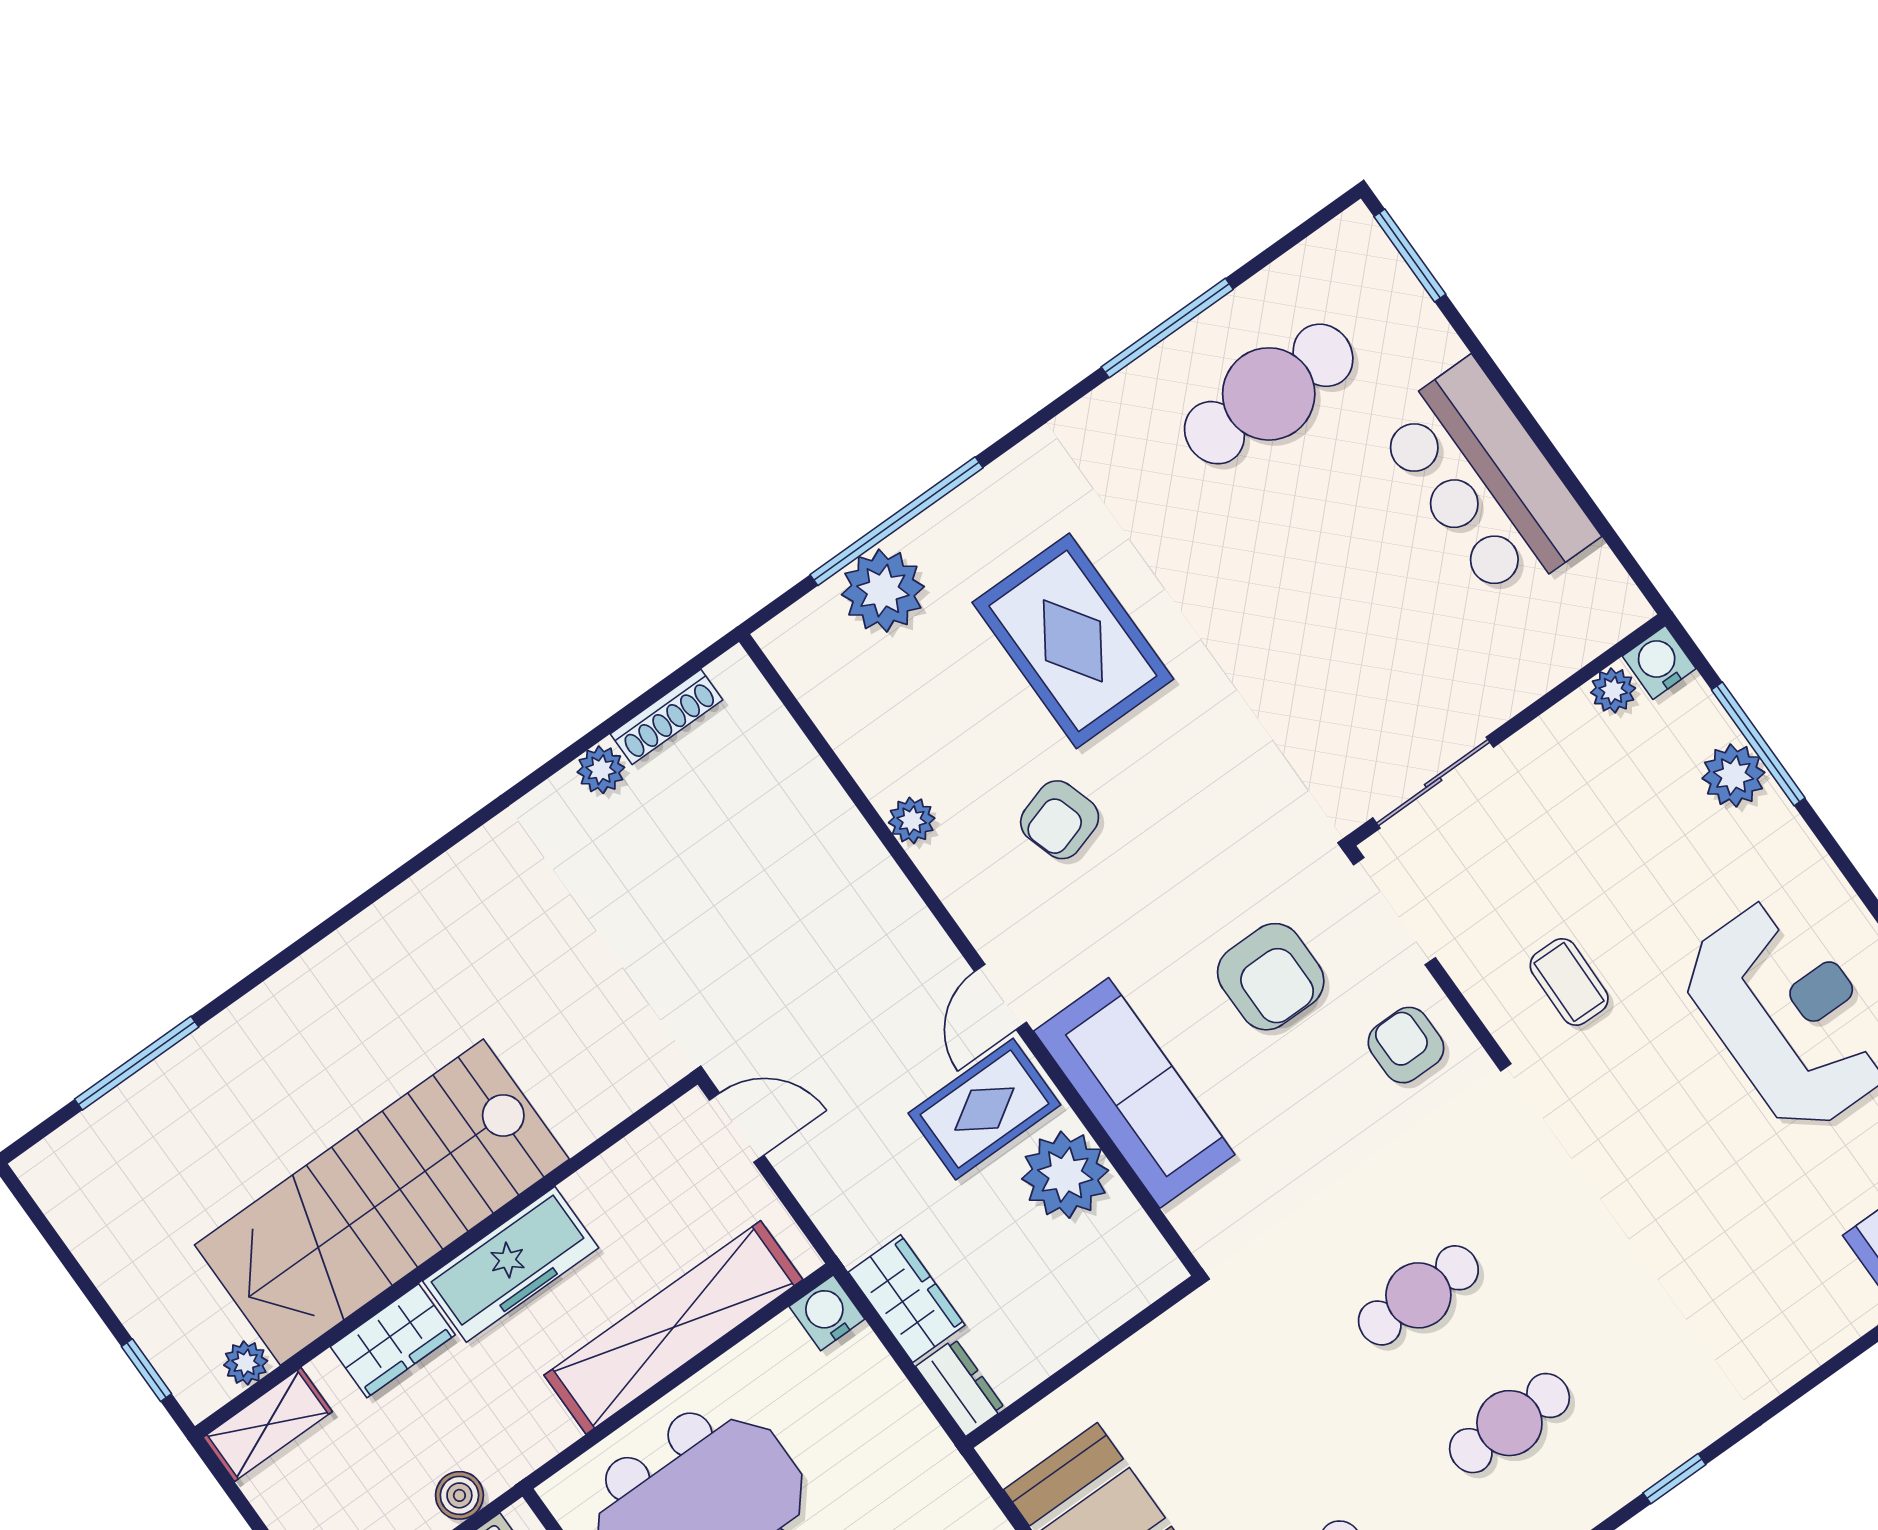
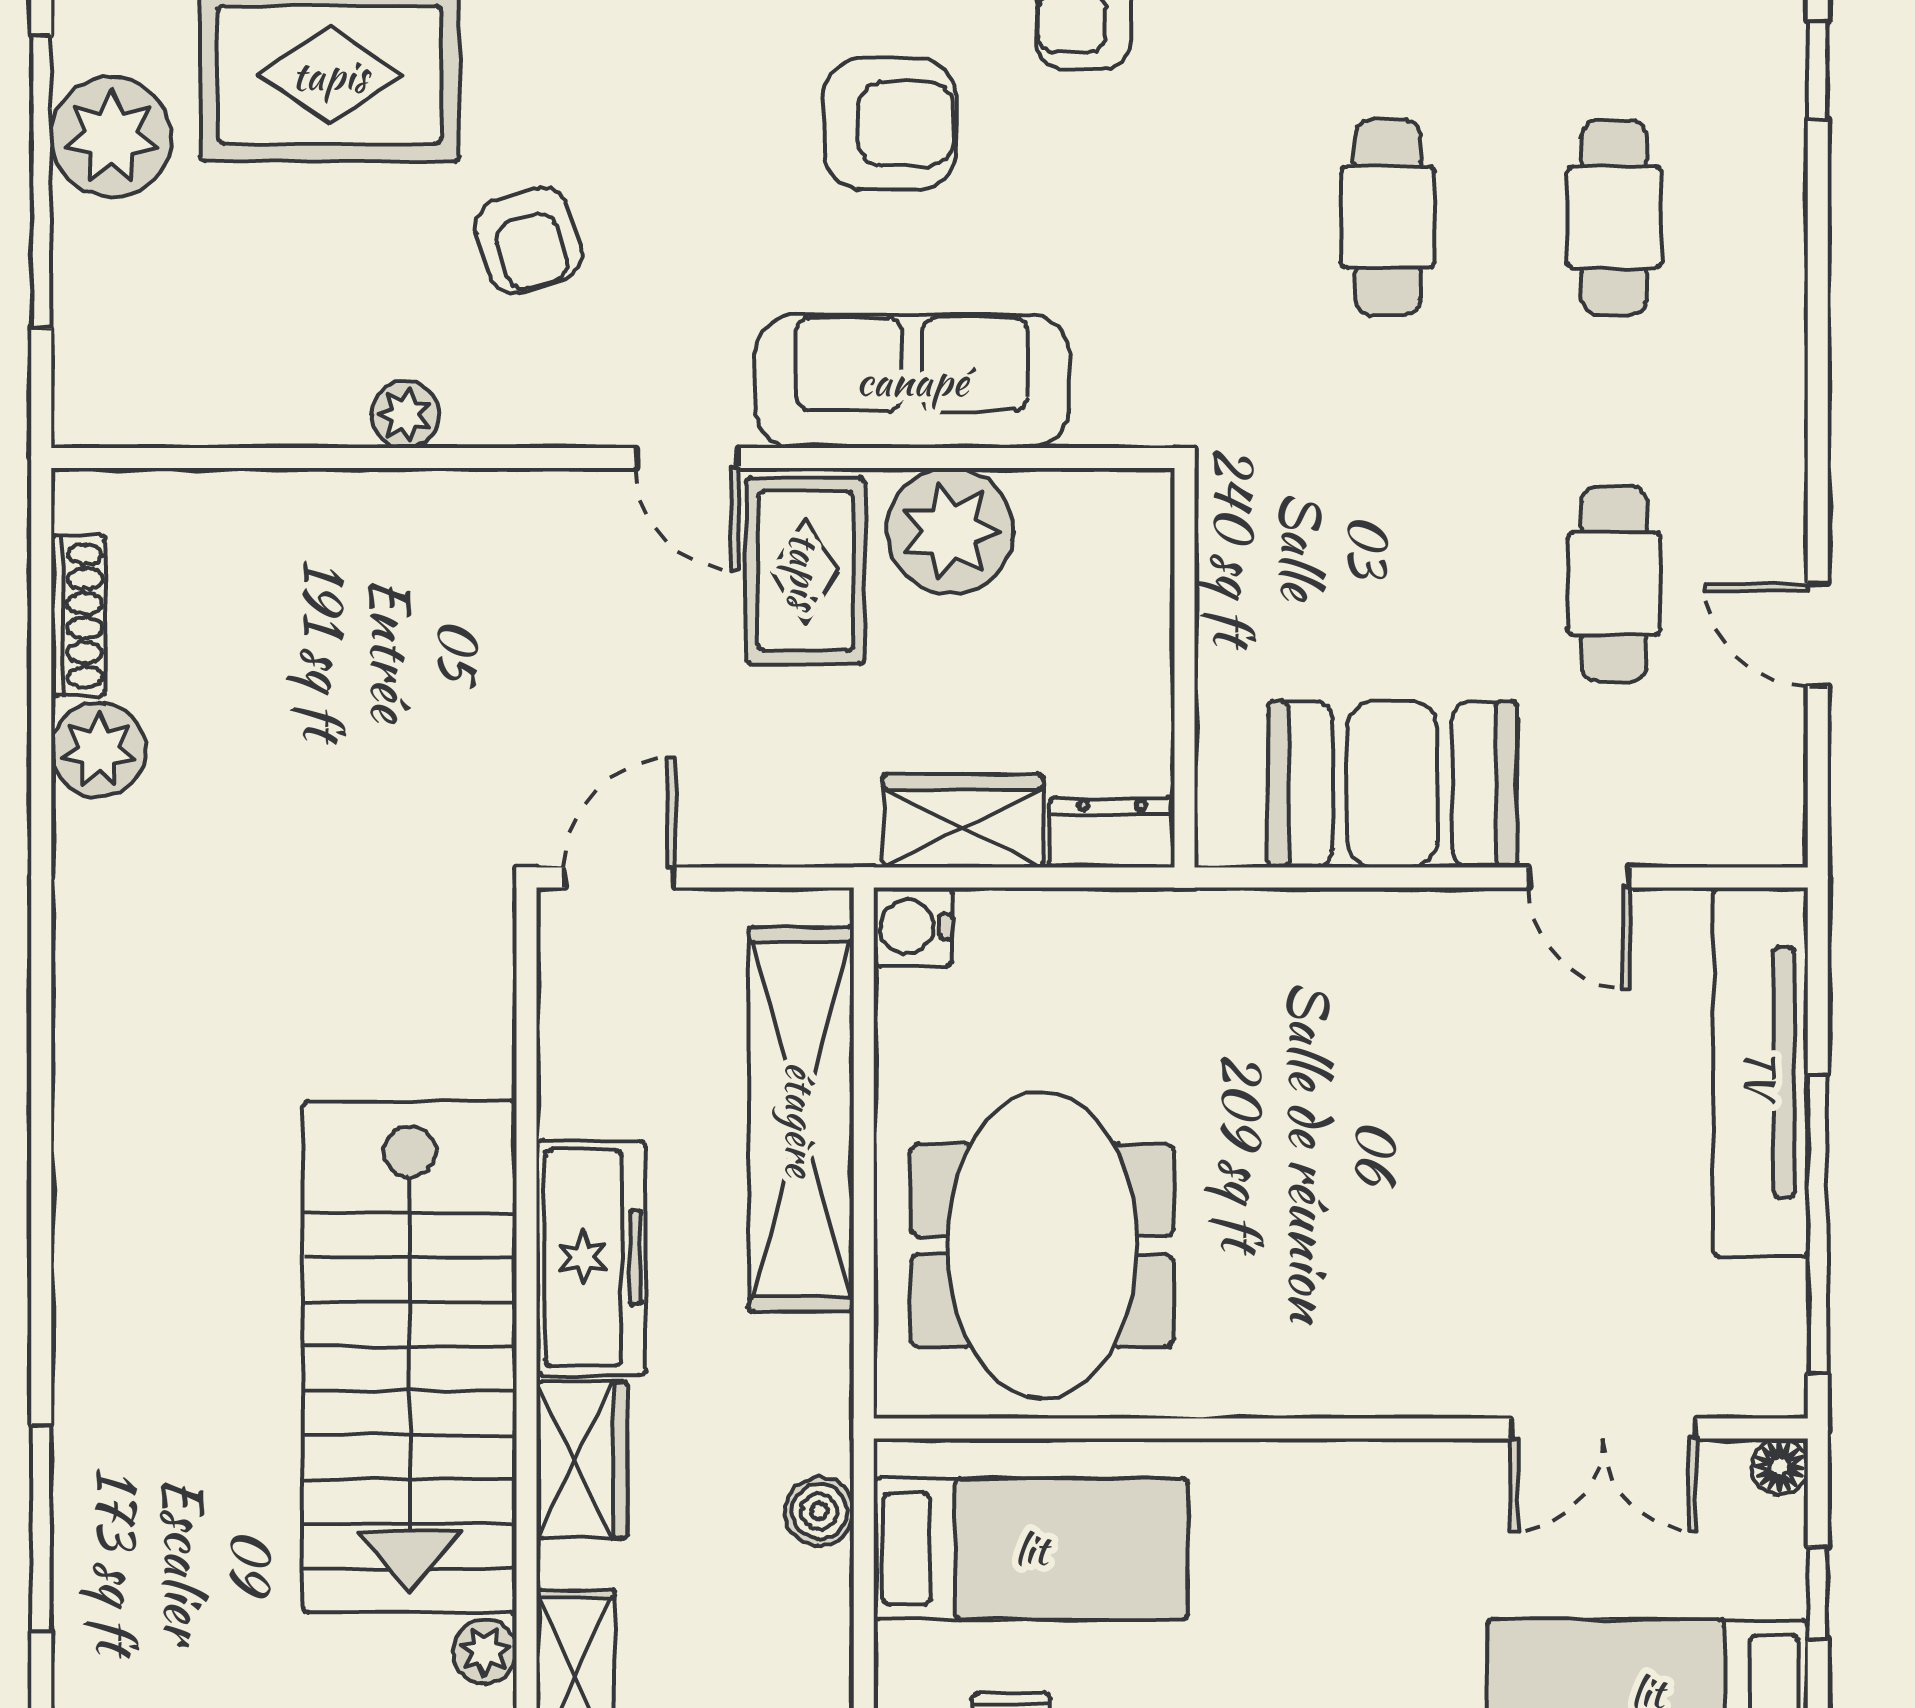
plant: (883, 591) -> (111, 137), moved
plant: (601, 770) -> (99, 750), width x1.38, depth x1.38

